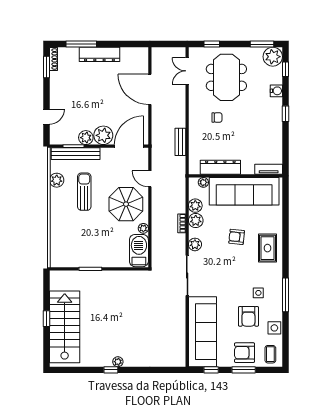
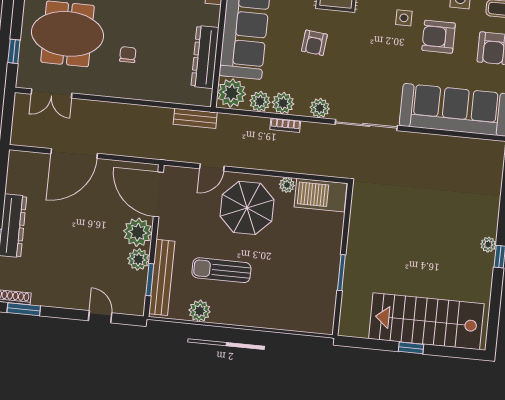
bench: (180, 142) -> (195, 118), moved
plant: (203, 182) -> (232, 93), width x1.88, depth x1.88
armchair: (248, 316) -> (439, 37), turned 180

